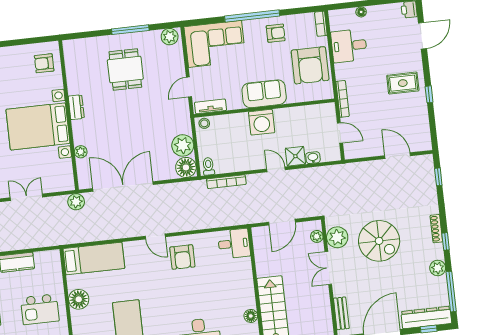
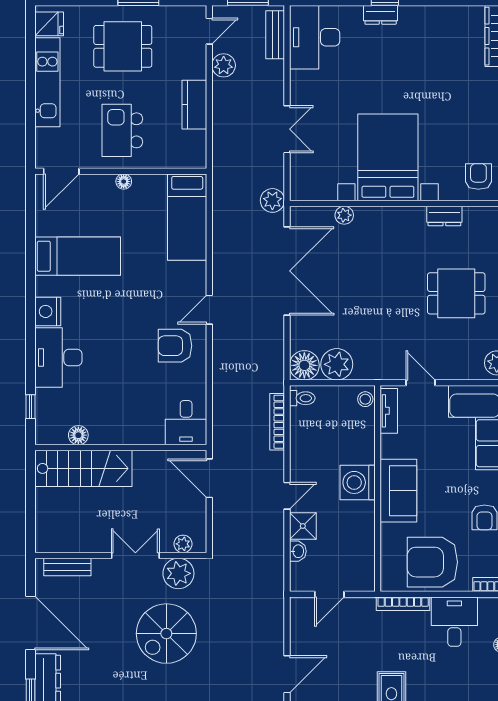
bookcase: (343, 99) -> (403, 604), moved
dresser: (76, 107) -> (444, 216), moved
door: (282, 222) -> (209, 478), moved
floor lamp: (79, 299) -> (124, 182), width x0.53, depth x0.53

